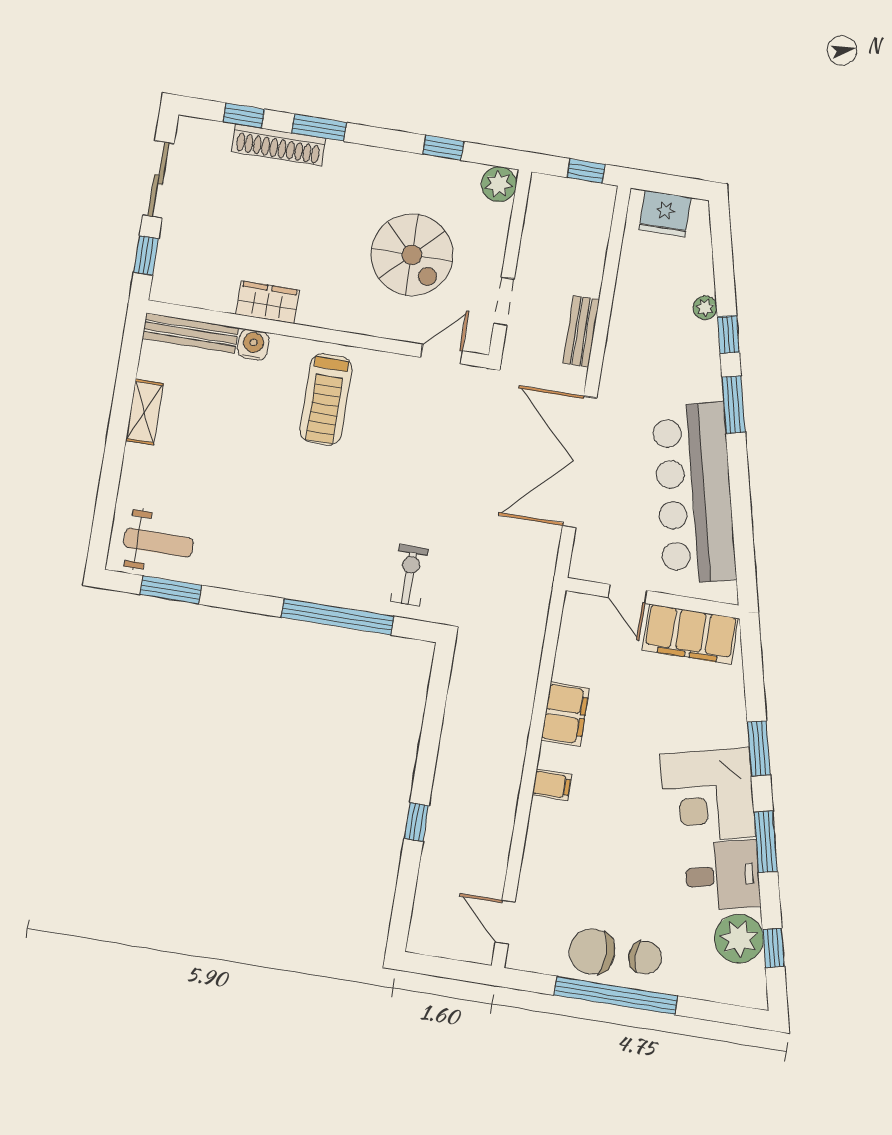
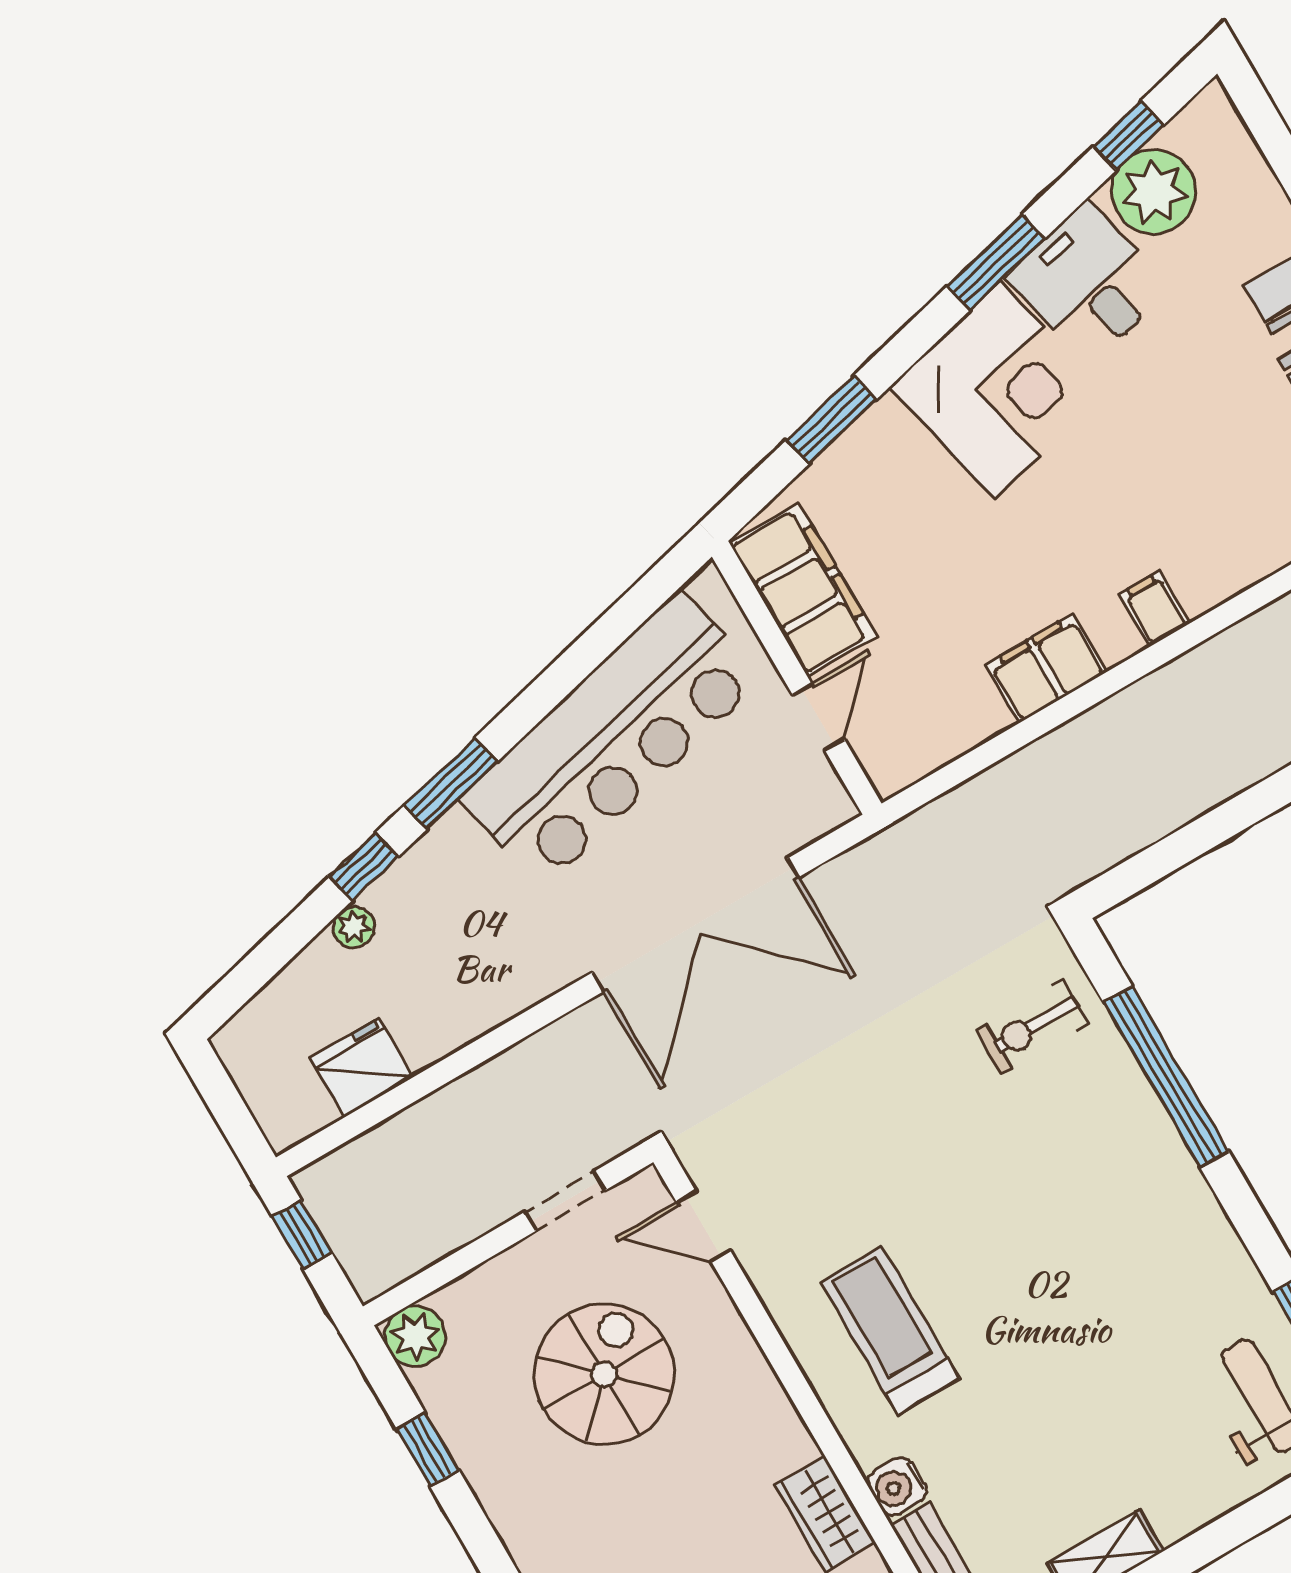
fridge: (665, 214) -> (362, 1067), moved, turned -90
bench: (581, 331) -> (520, 1066), removed
treadmill: (326, 399) -> (890, 1330), turned -90
window: (759, 748) -> (831, 420), moved

